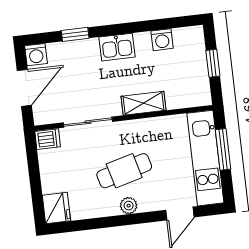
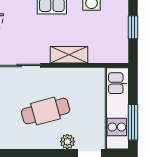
window: (223, 149) -> (133, 122), moved
plant: (129, 206) -> (67, 142), moved

